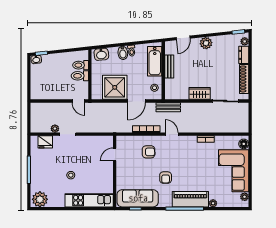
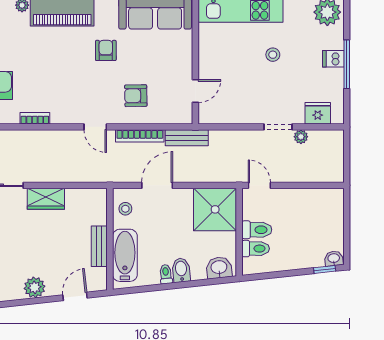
shower: (115, 87) -> (215, 209), moved
bench: (168, 107) -> (187, 138), moved
dishwasher: (36, 173) -> (333, 59), added

